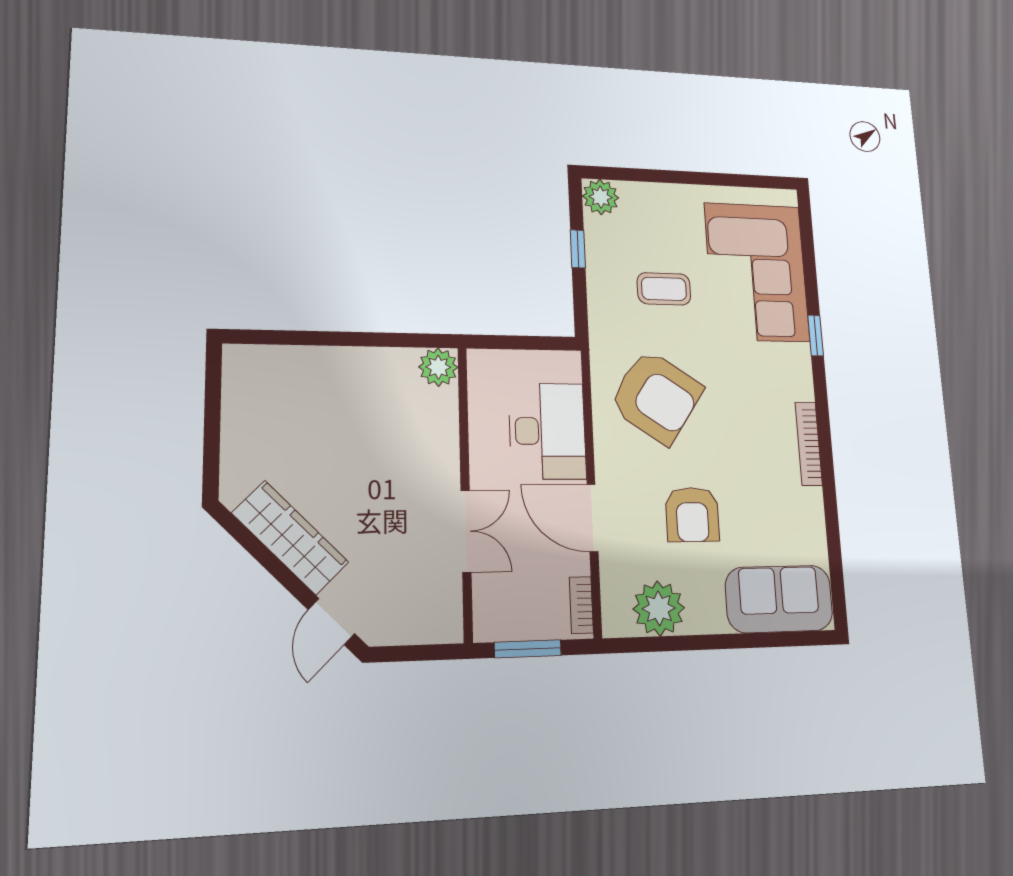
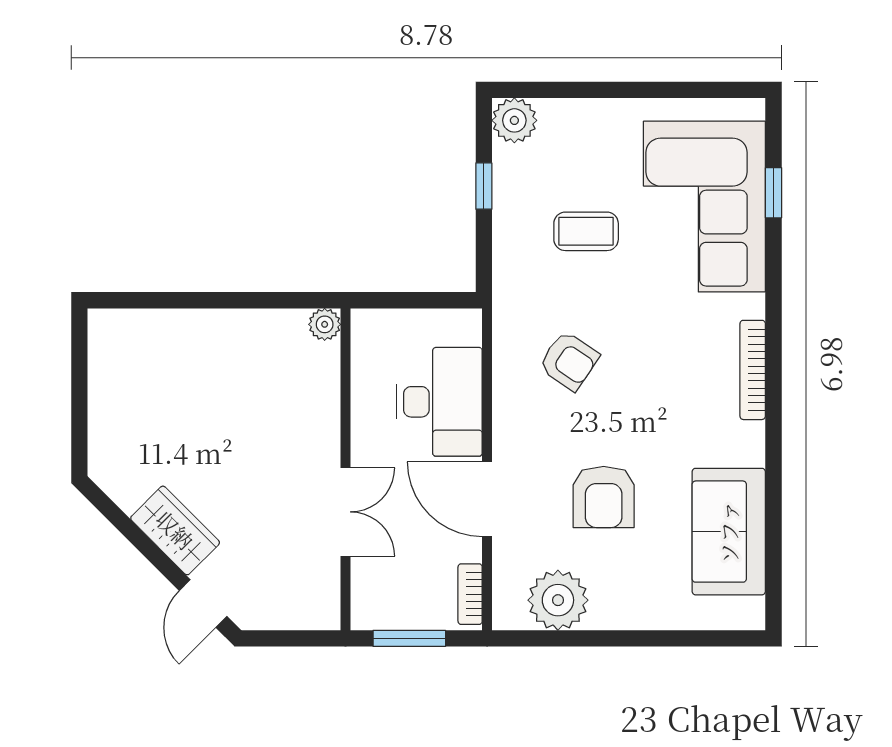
window: (816, 336) -> (773, 193), moved
plant: (438, 367) -> (325, 324), width x0.73, depth x0.73
armchair: (656, 397) -> (569, 361), width x0.53, depth x0.53
bookcase: (809, 444) -> (753, 370), moved
wardrobe: (290, 538) -> (175, 530), width x0.67
sofa: (779, 599) -> (729, 532), moved, turned -90

